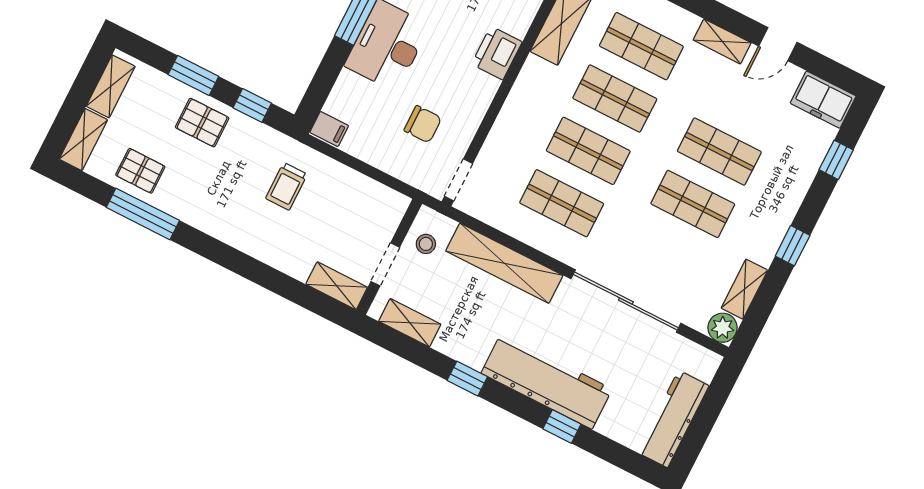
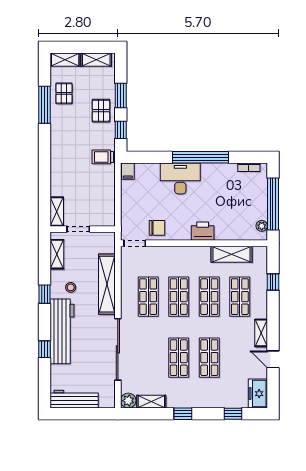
chair: (423, 124) -> (157, 228), moved, turned -90
trolley: (287, 186) -> (103, 157), moved
stool: (426, 244) -> (71, 287), moved

